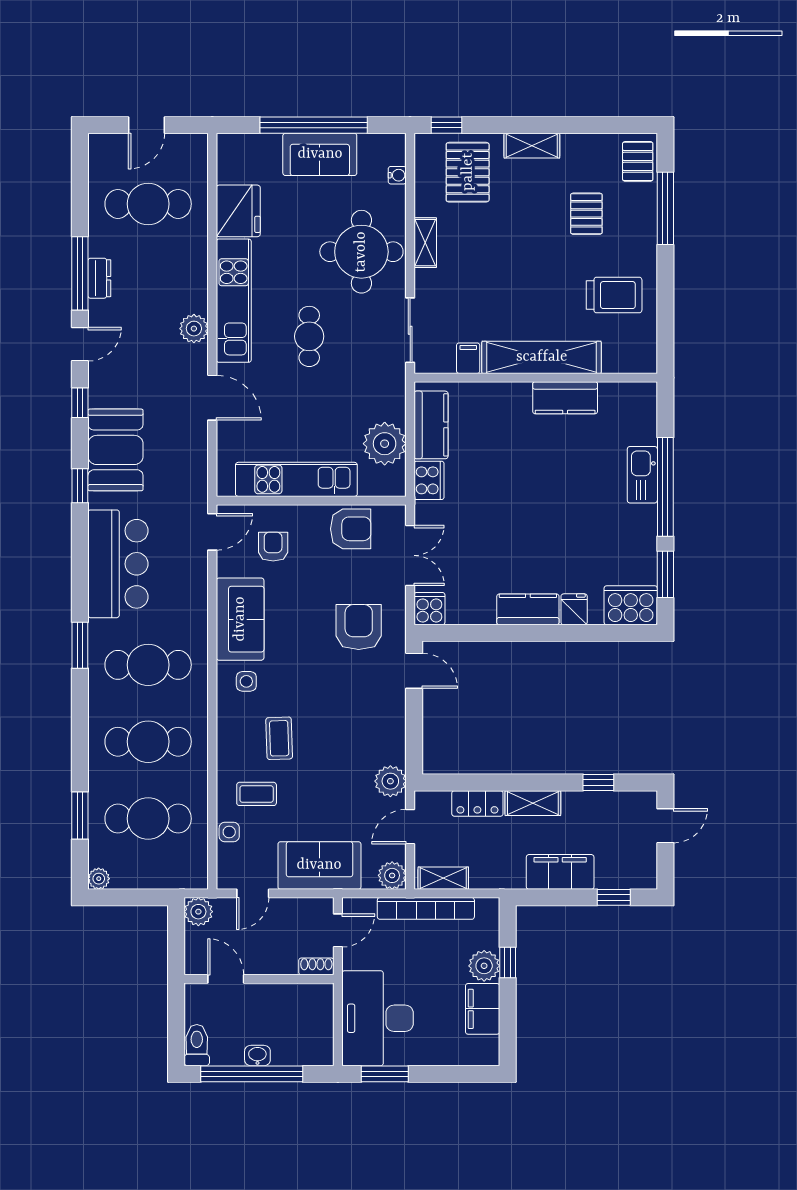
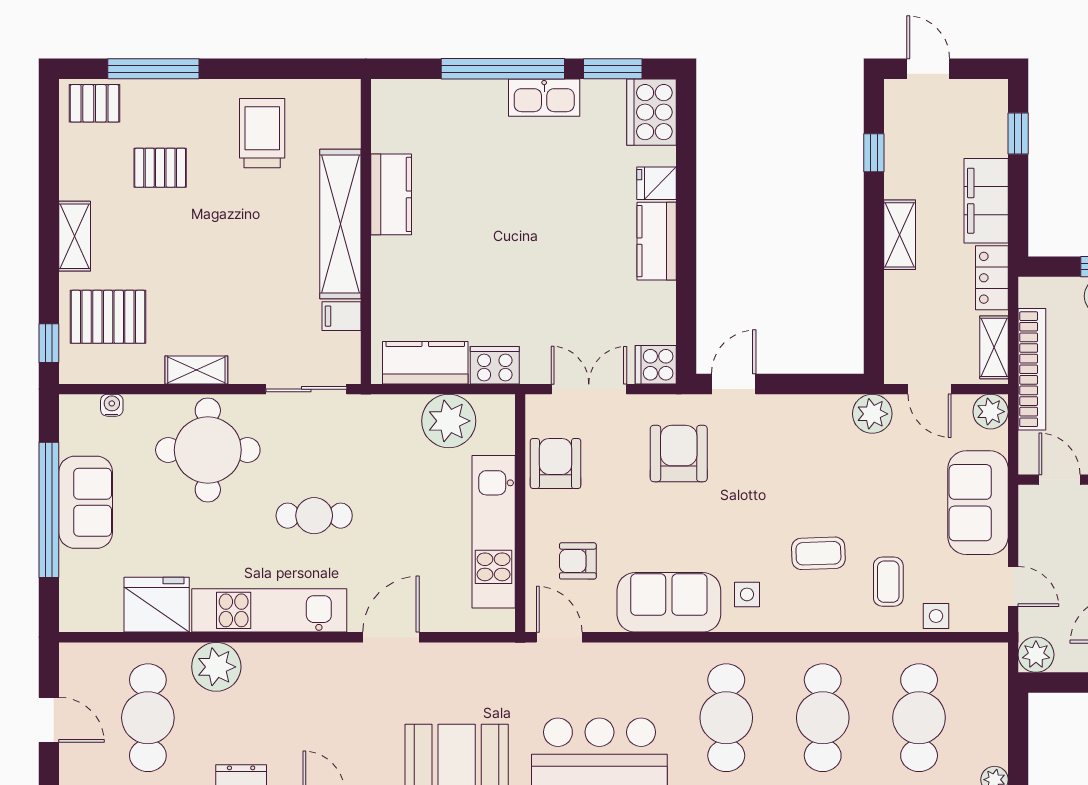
plant: (194, 329) -> (216, 667), moved, width x1.36, depth x1.36
kitchen sink: (642, 475) -> (544, 98), moved
armchair: (359, 627) -> (679, 453), turned 90
locker: (477, 803) -> (992, 278), moved, turned 180

